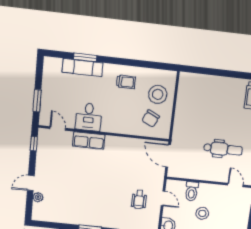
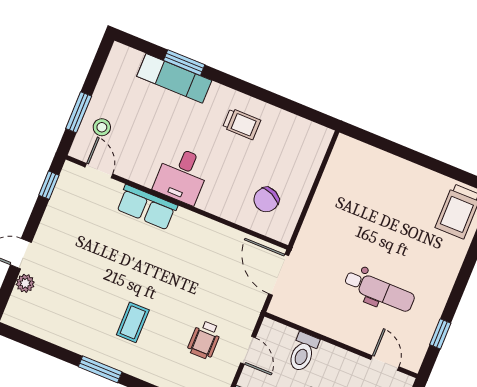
stool: (158, 94) -> (102, 127), moved, width x0.53, depth x0.53
desk: (89, 117) -> (182, 175), moved
coffee table: (100, 201) -> (133, 322), added

